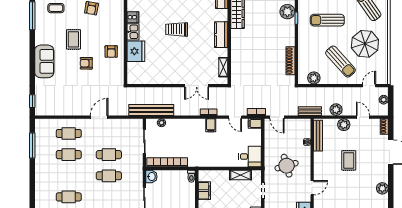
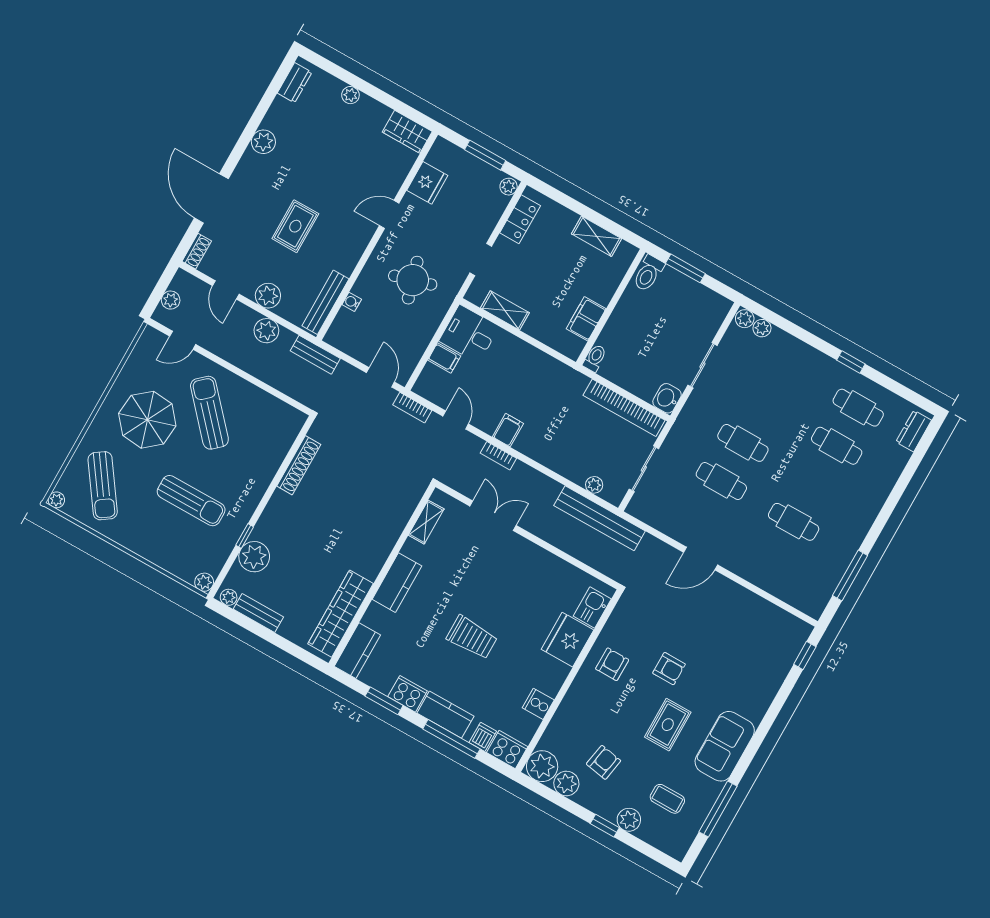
kitchen sink: (133, 32) -> (592, 607), moved
sofa: (44, 61) -> (725, 746), moved
plant: (314, 78) -> (274, 410), removed
filing cabinet: (255, 124) -> (444, 358), moved
cafe table: (69, 133) -> (772, 560), removed

